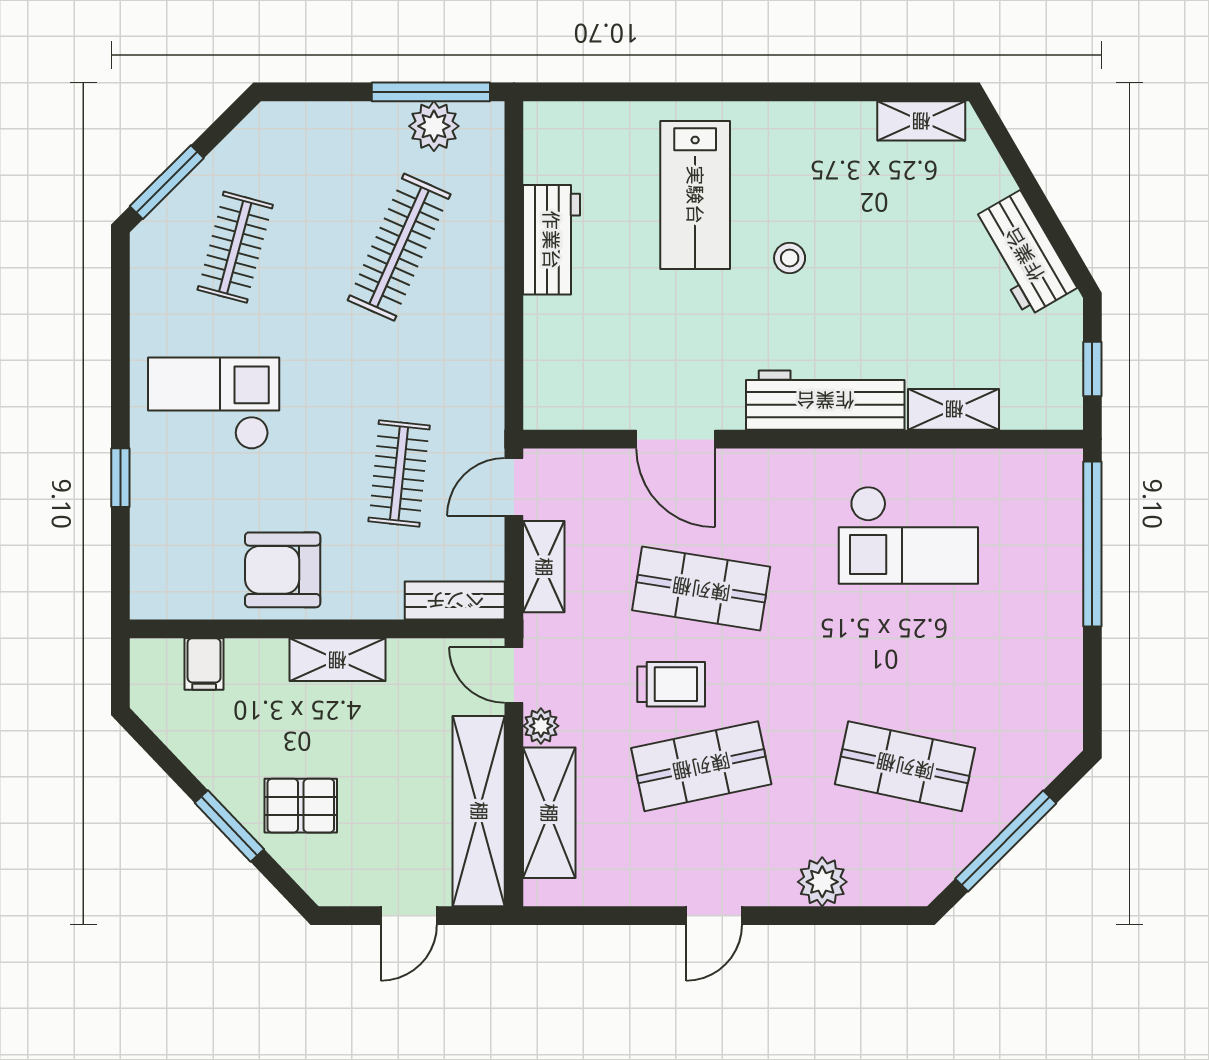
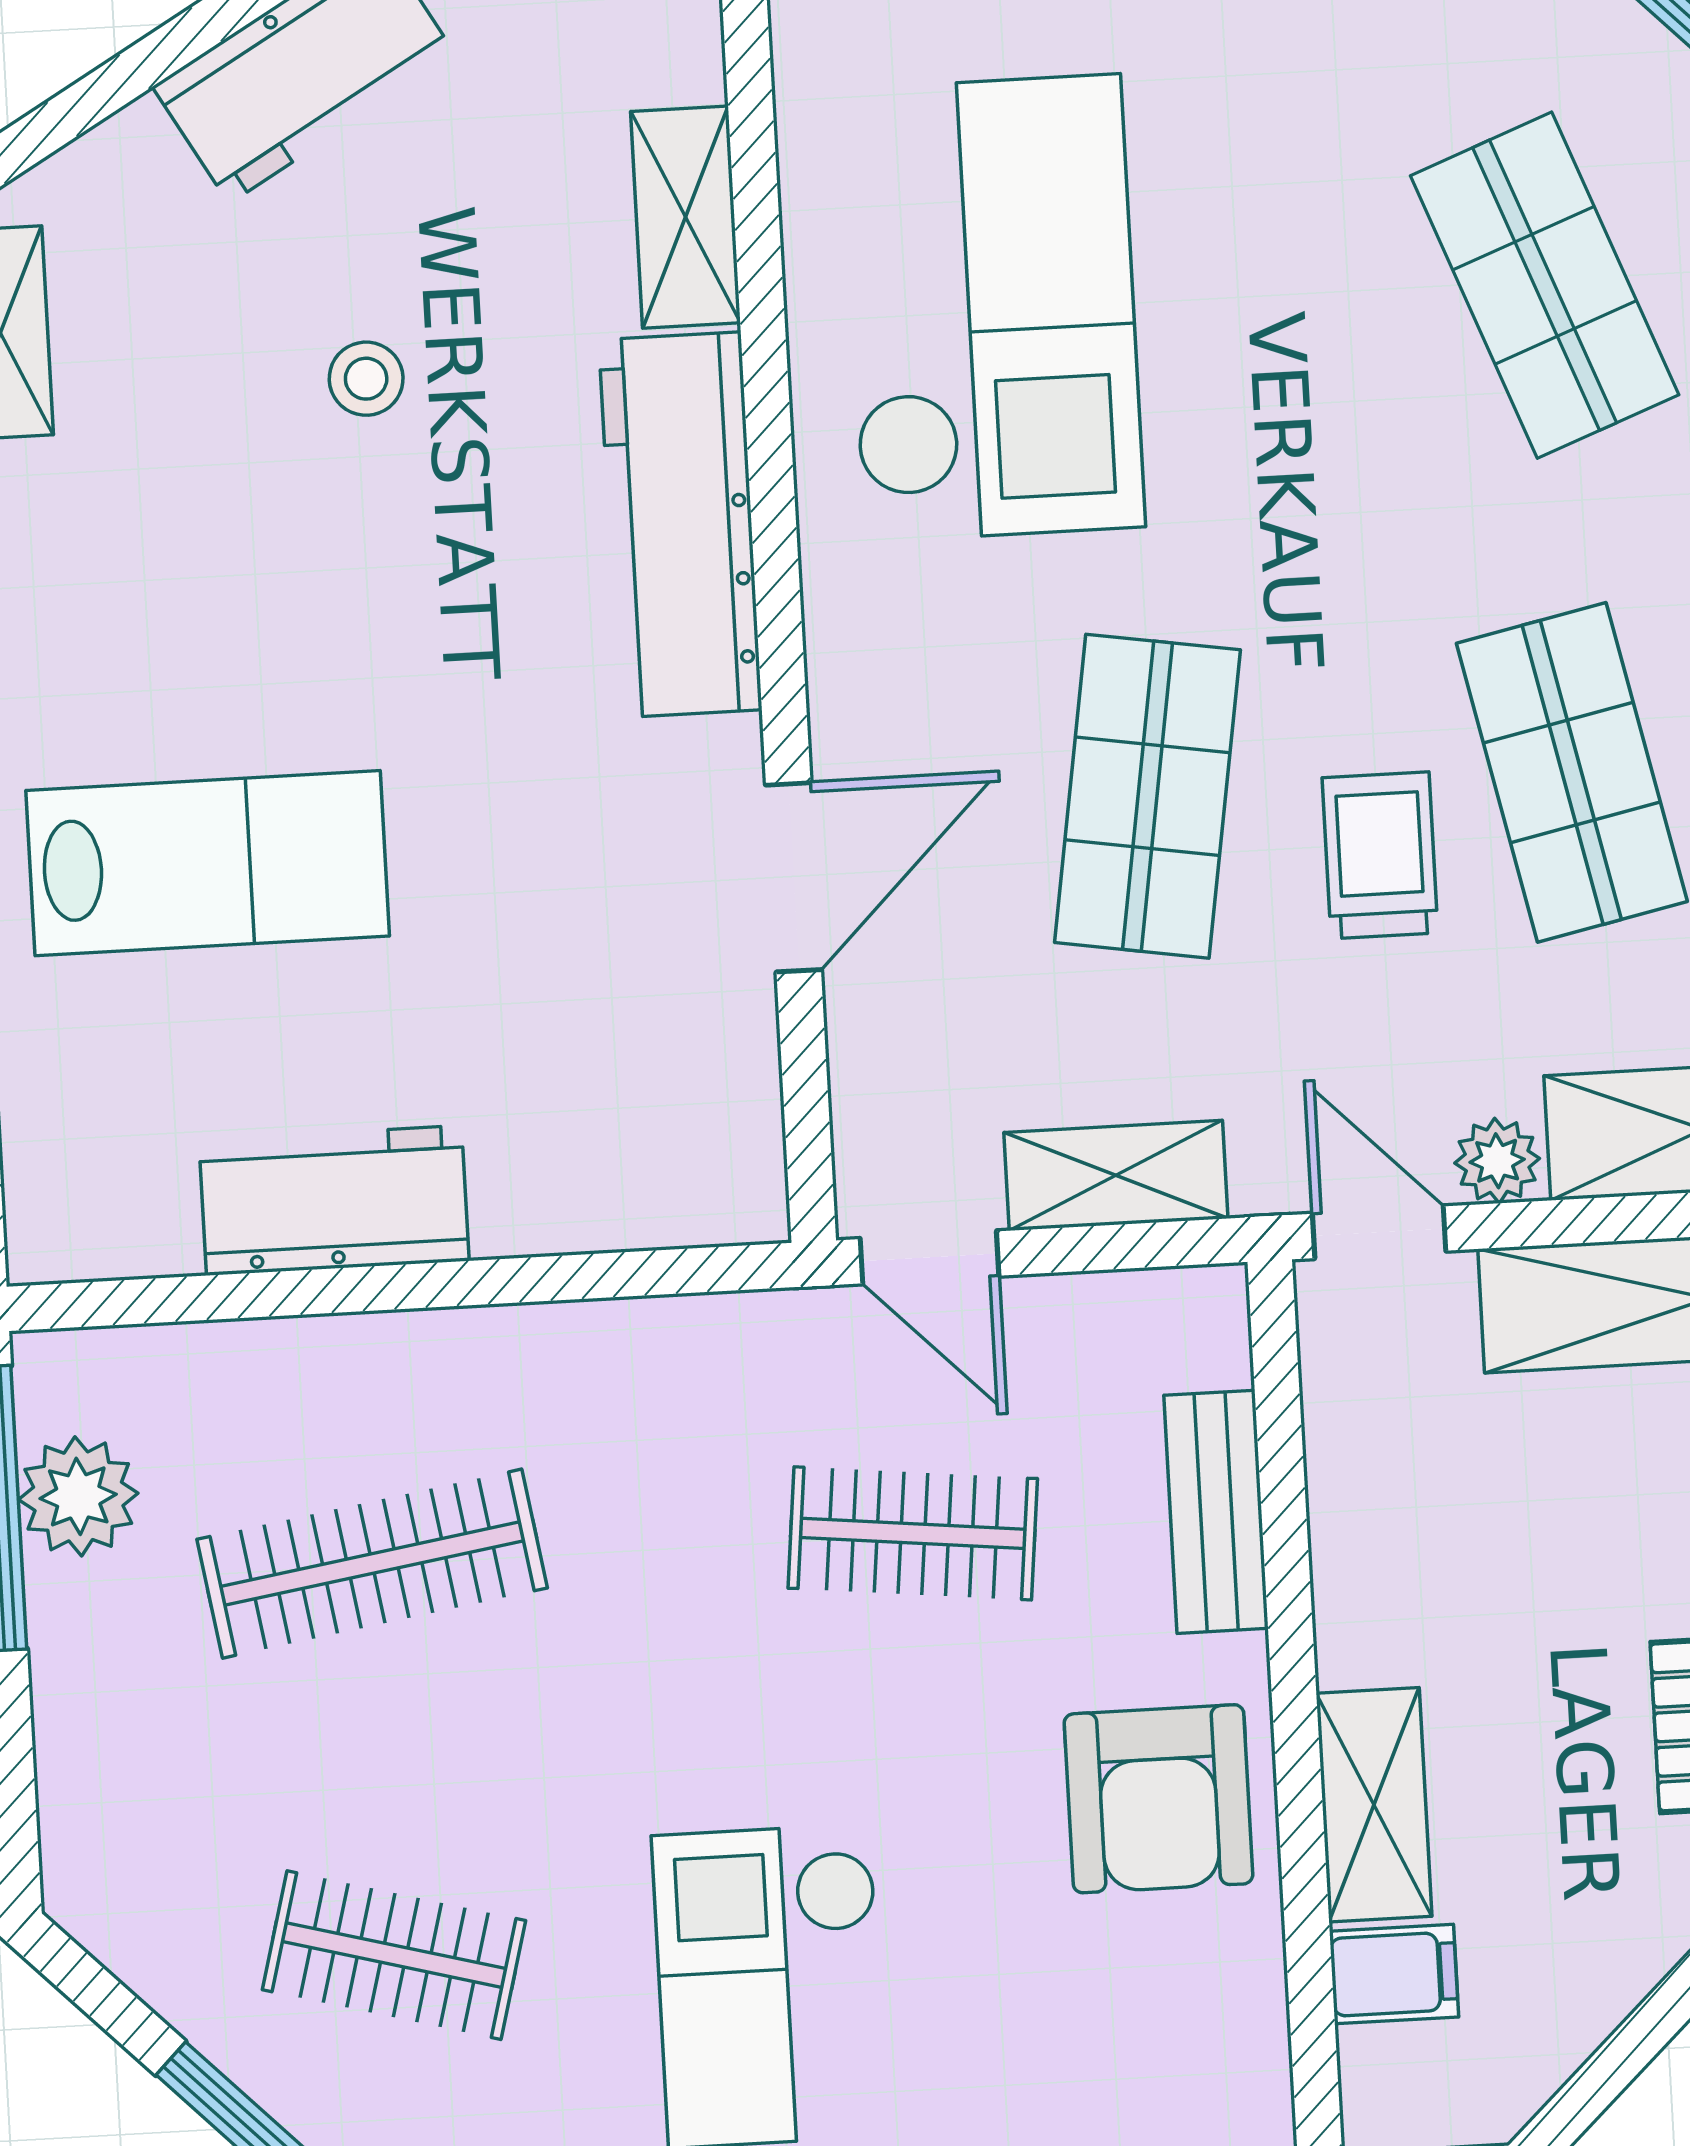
clothes rail: (399, 247) -> (372, 1564), turned -33
stool: (790, 258) -> (366, 379), moved
checkout: (908, 535) -> (992, 308), width x1.36, depth x1.21
bench: (455, 600) -> (1216, 1512), moved
shelving: (337, 660) -> (1374, 1805), moved
door: (514, 675) -> (1379, 1232), swing flipped
shop shelf: (905, 766) -> (1545, 285), turned -33

